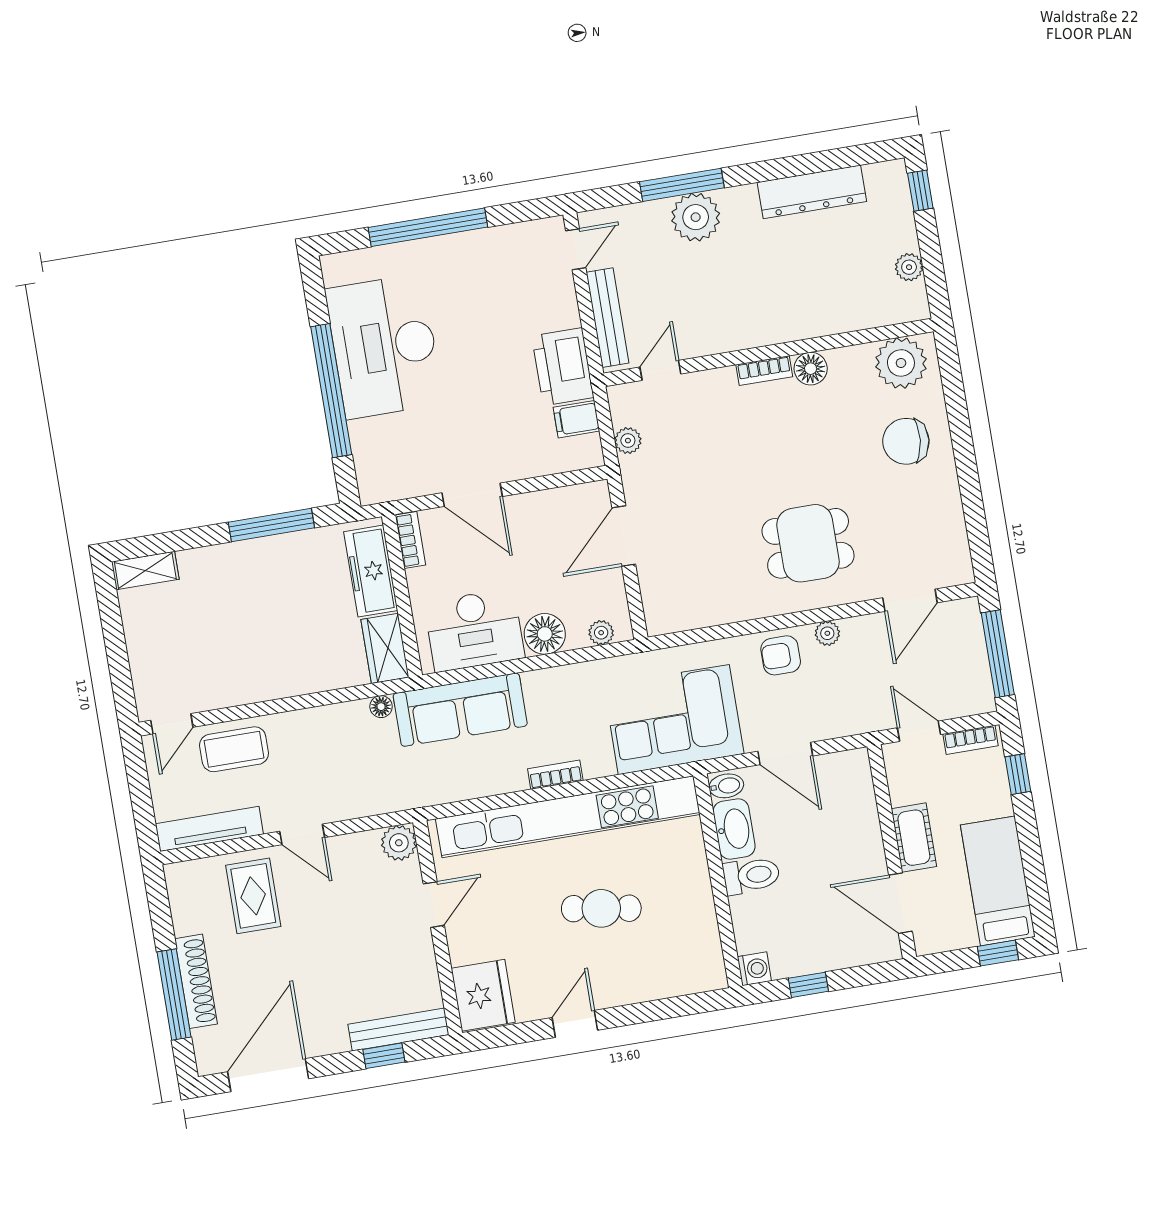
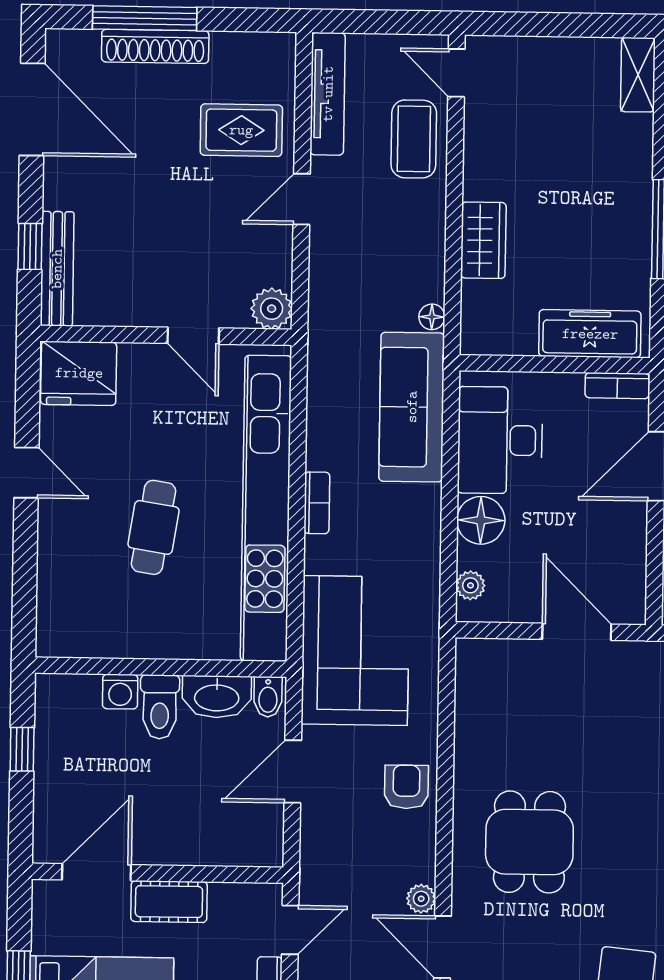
plant: (827, 633) -> (421, 899), moved
wardrobe: (385, 648) -> (483, 240), moved, turned 90
washing machine: (754, 969) -> (120, 692), moved

